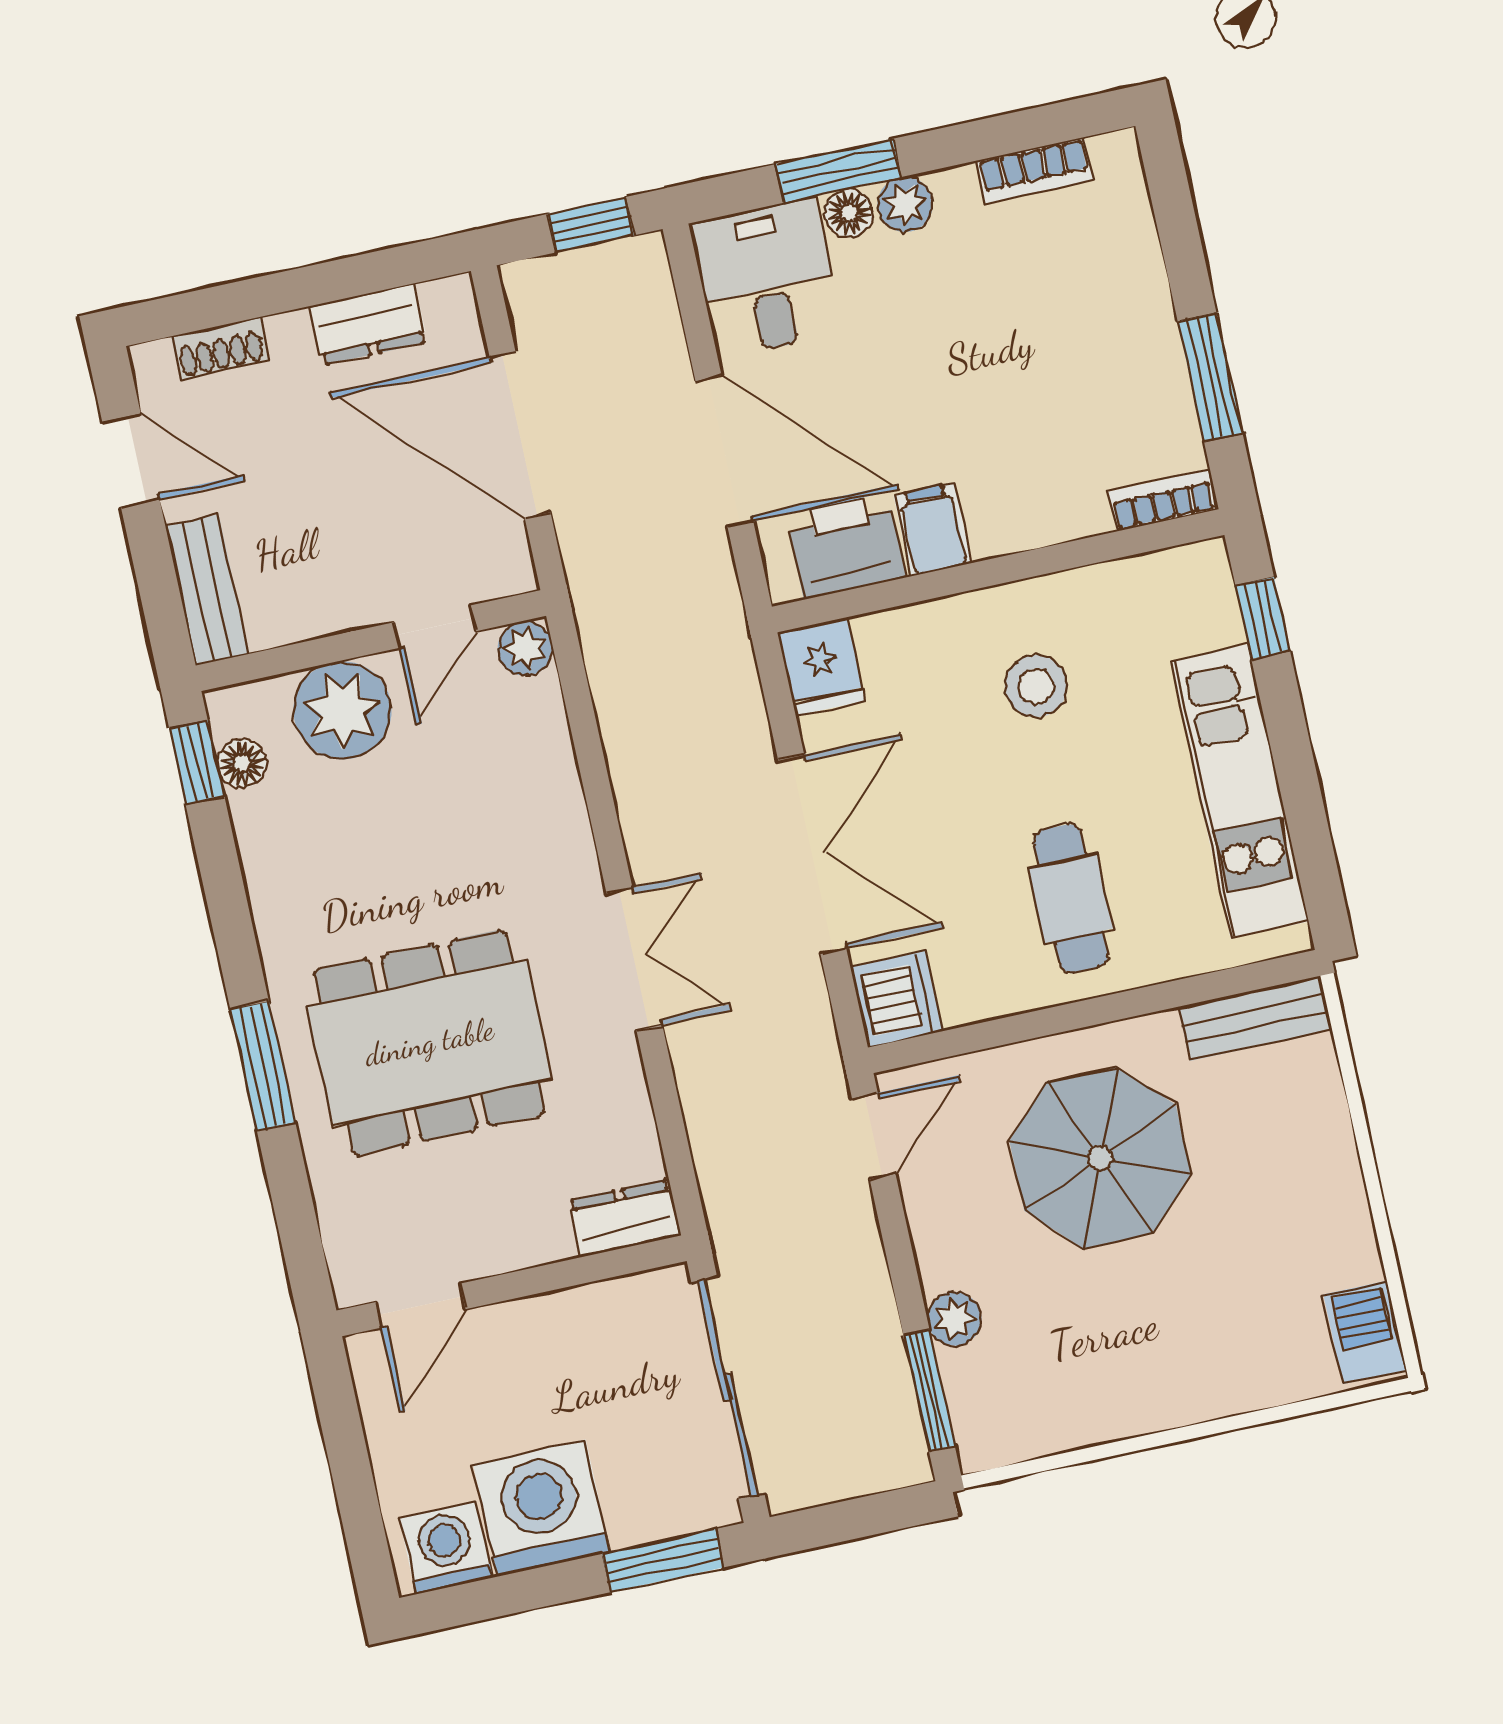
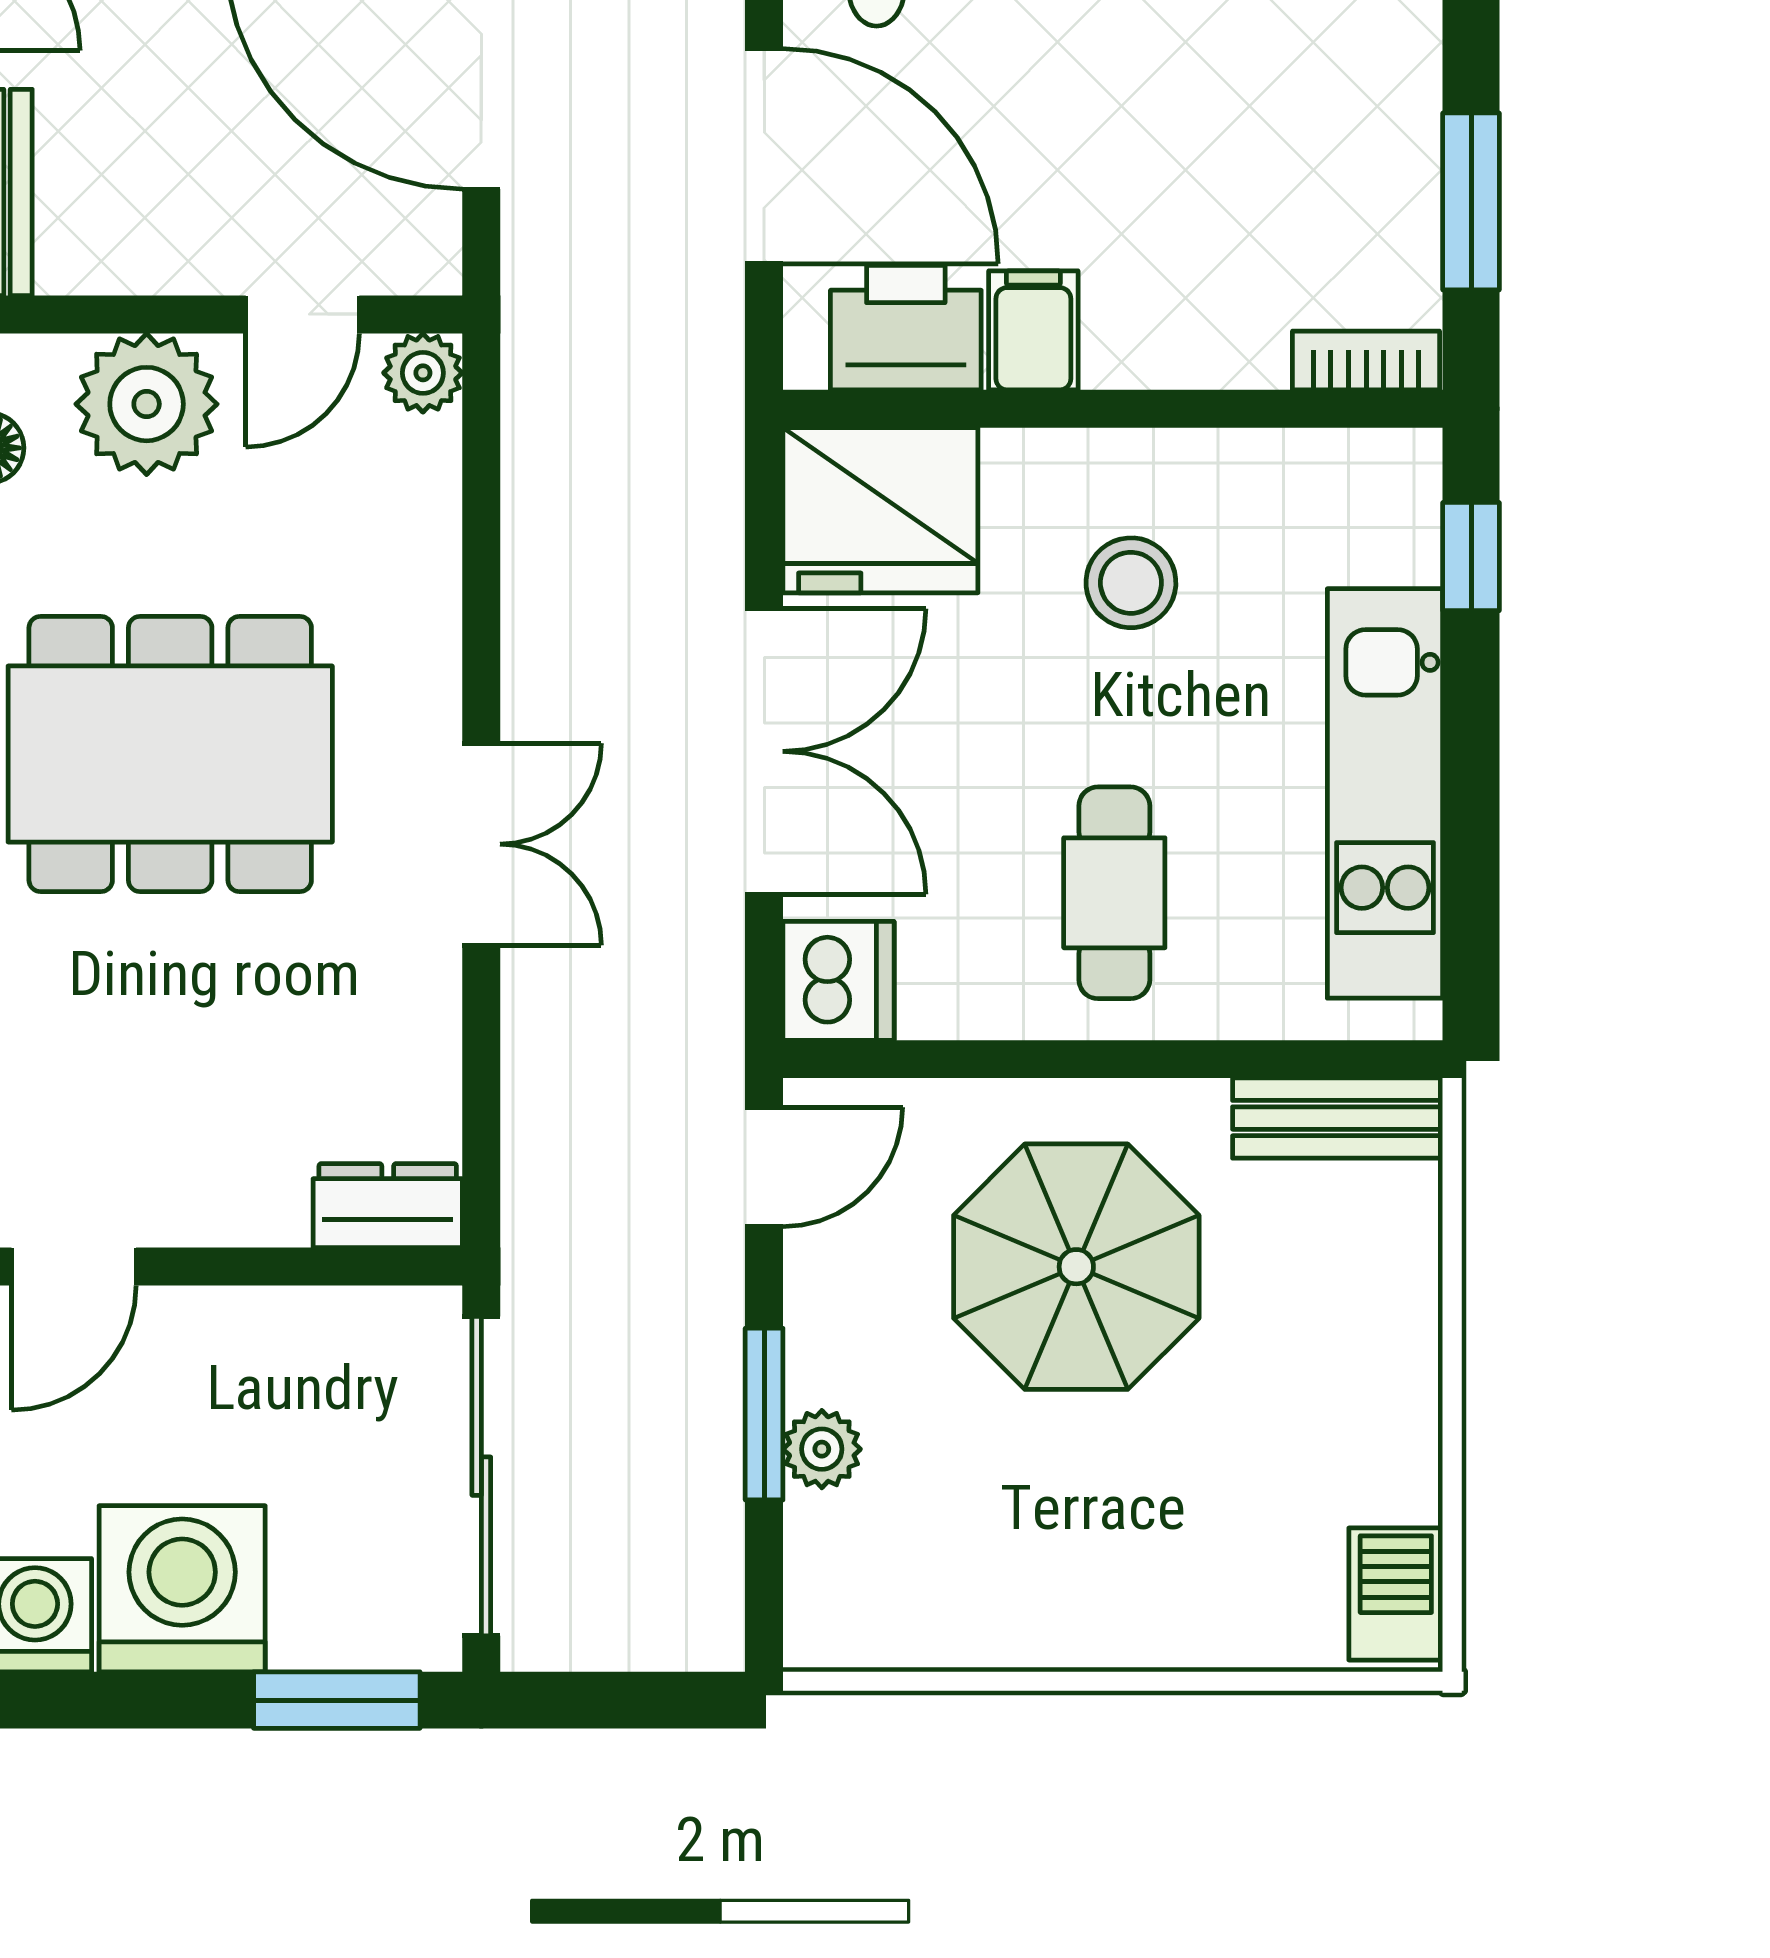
fridge: (821, 666) -> (880, 510), width x1.88, depth x1.34
dining table: (429, 1042) -> (170, 754), moved
window: (929, 1391) -> (764, 1414), moved

